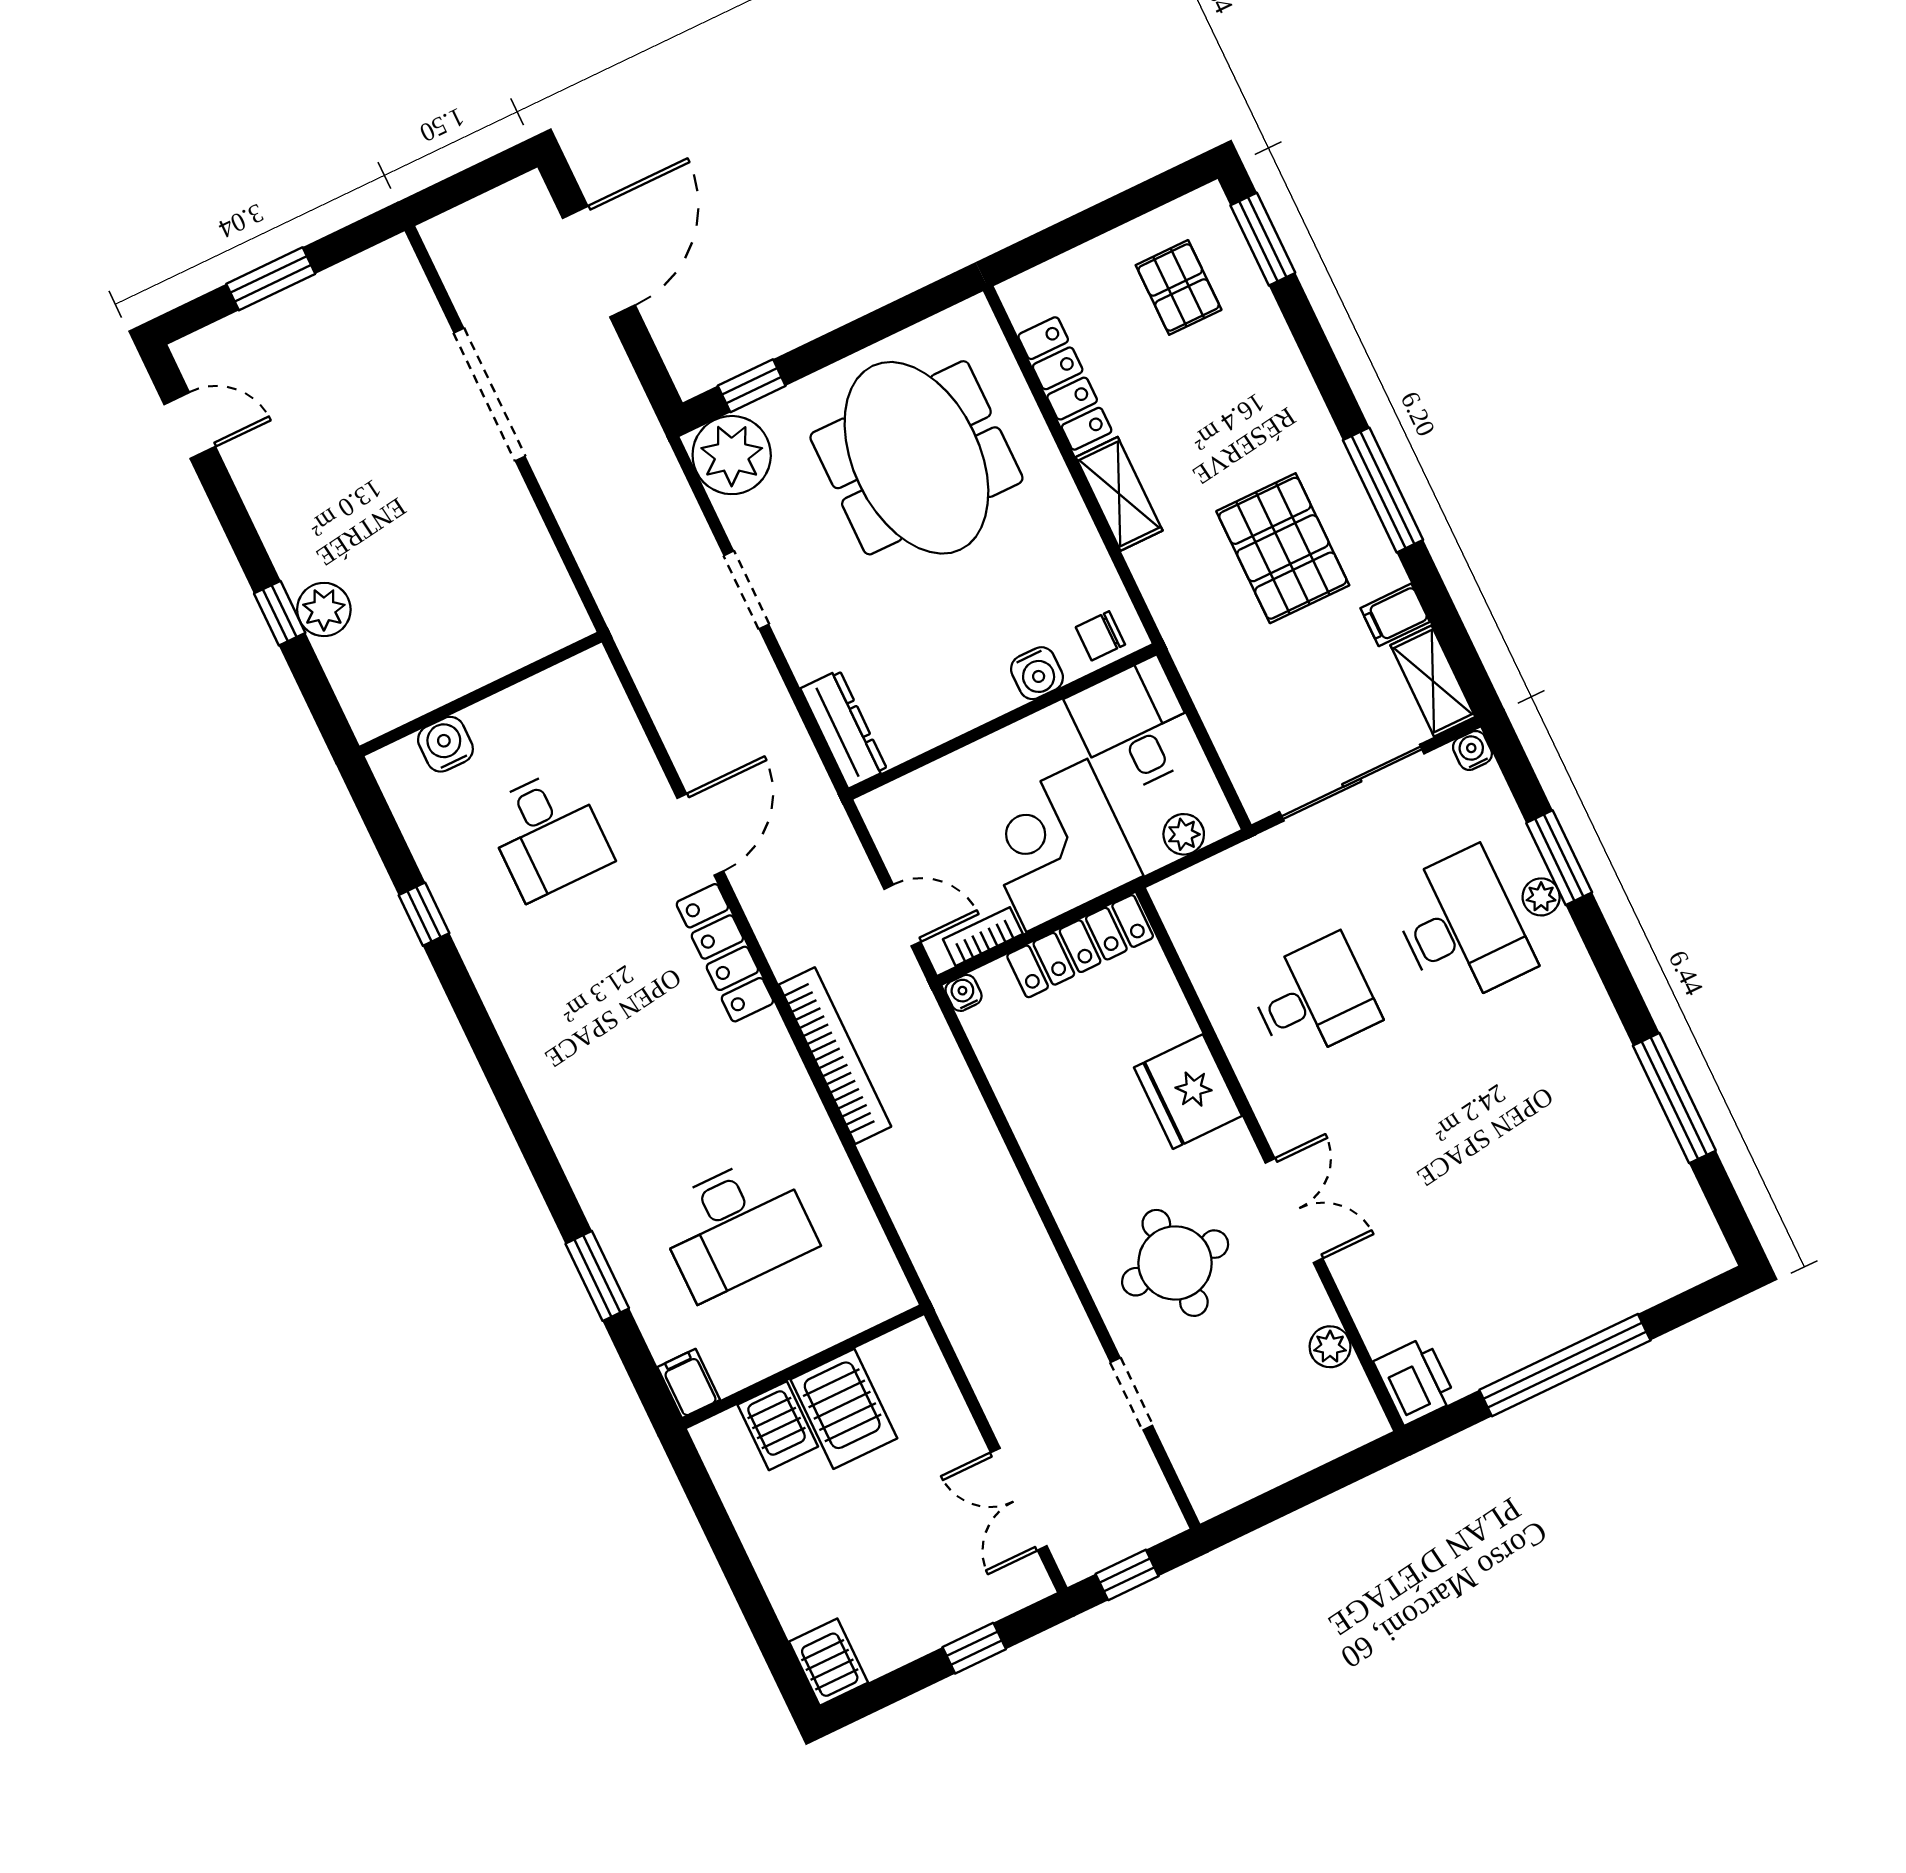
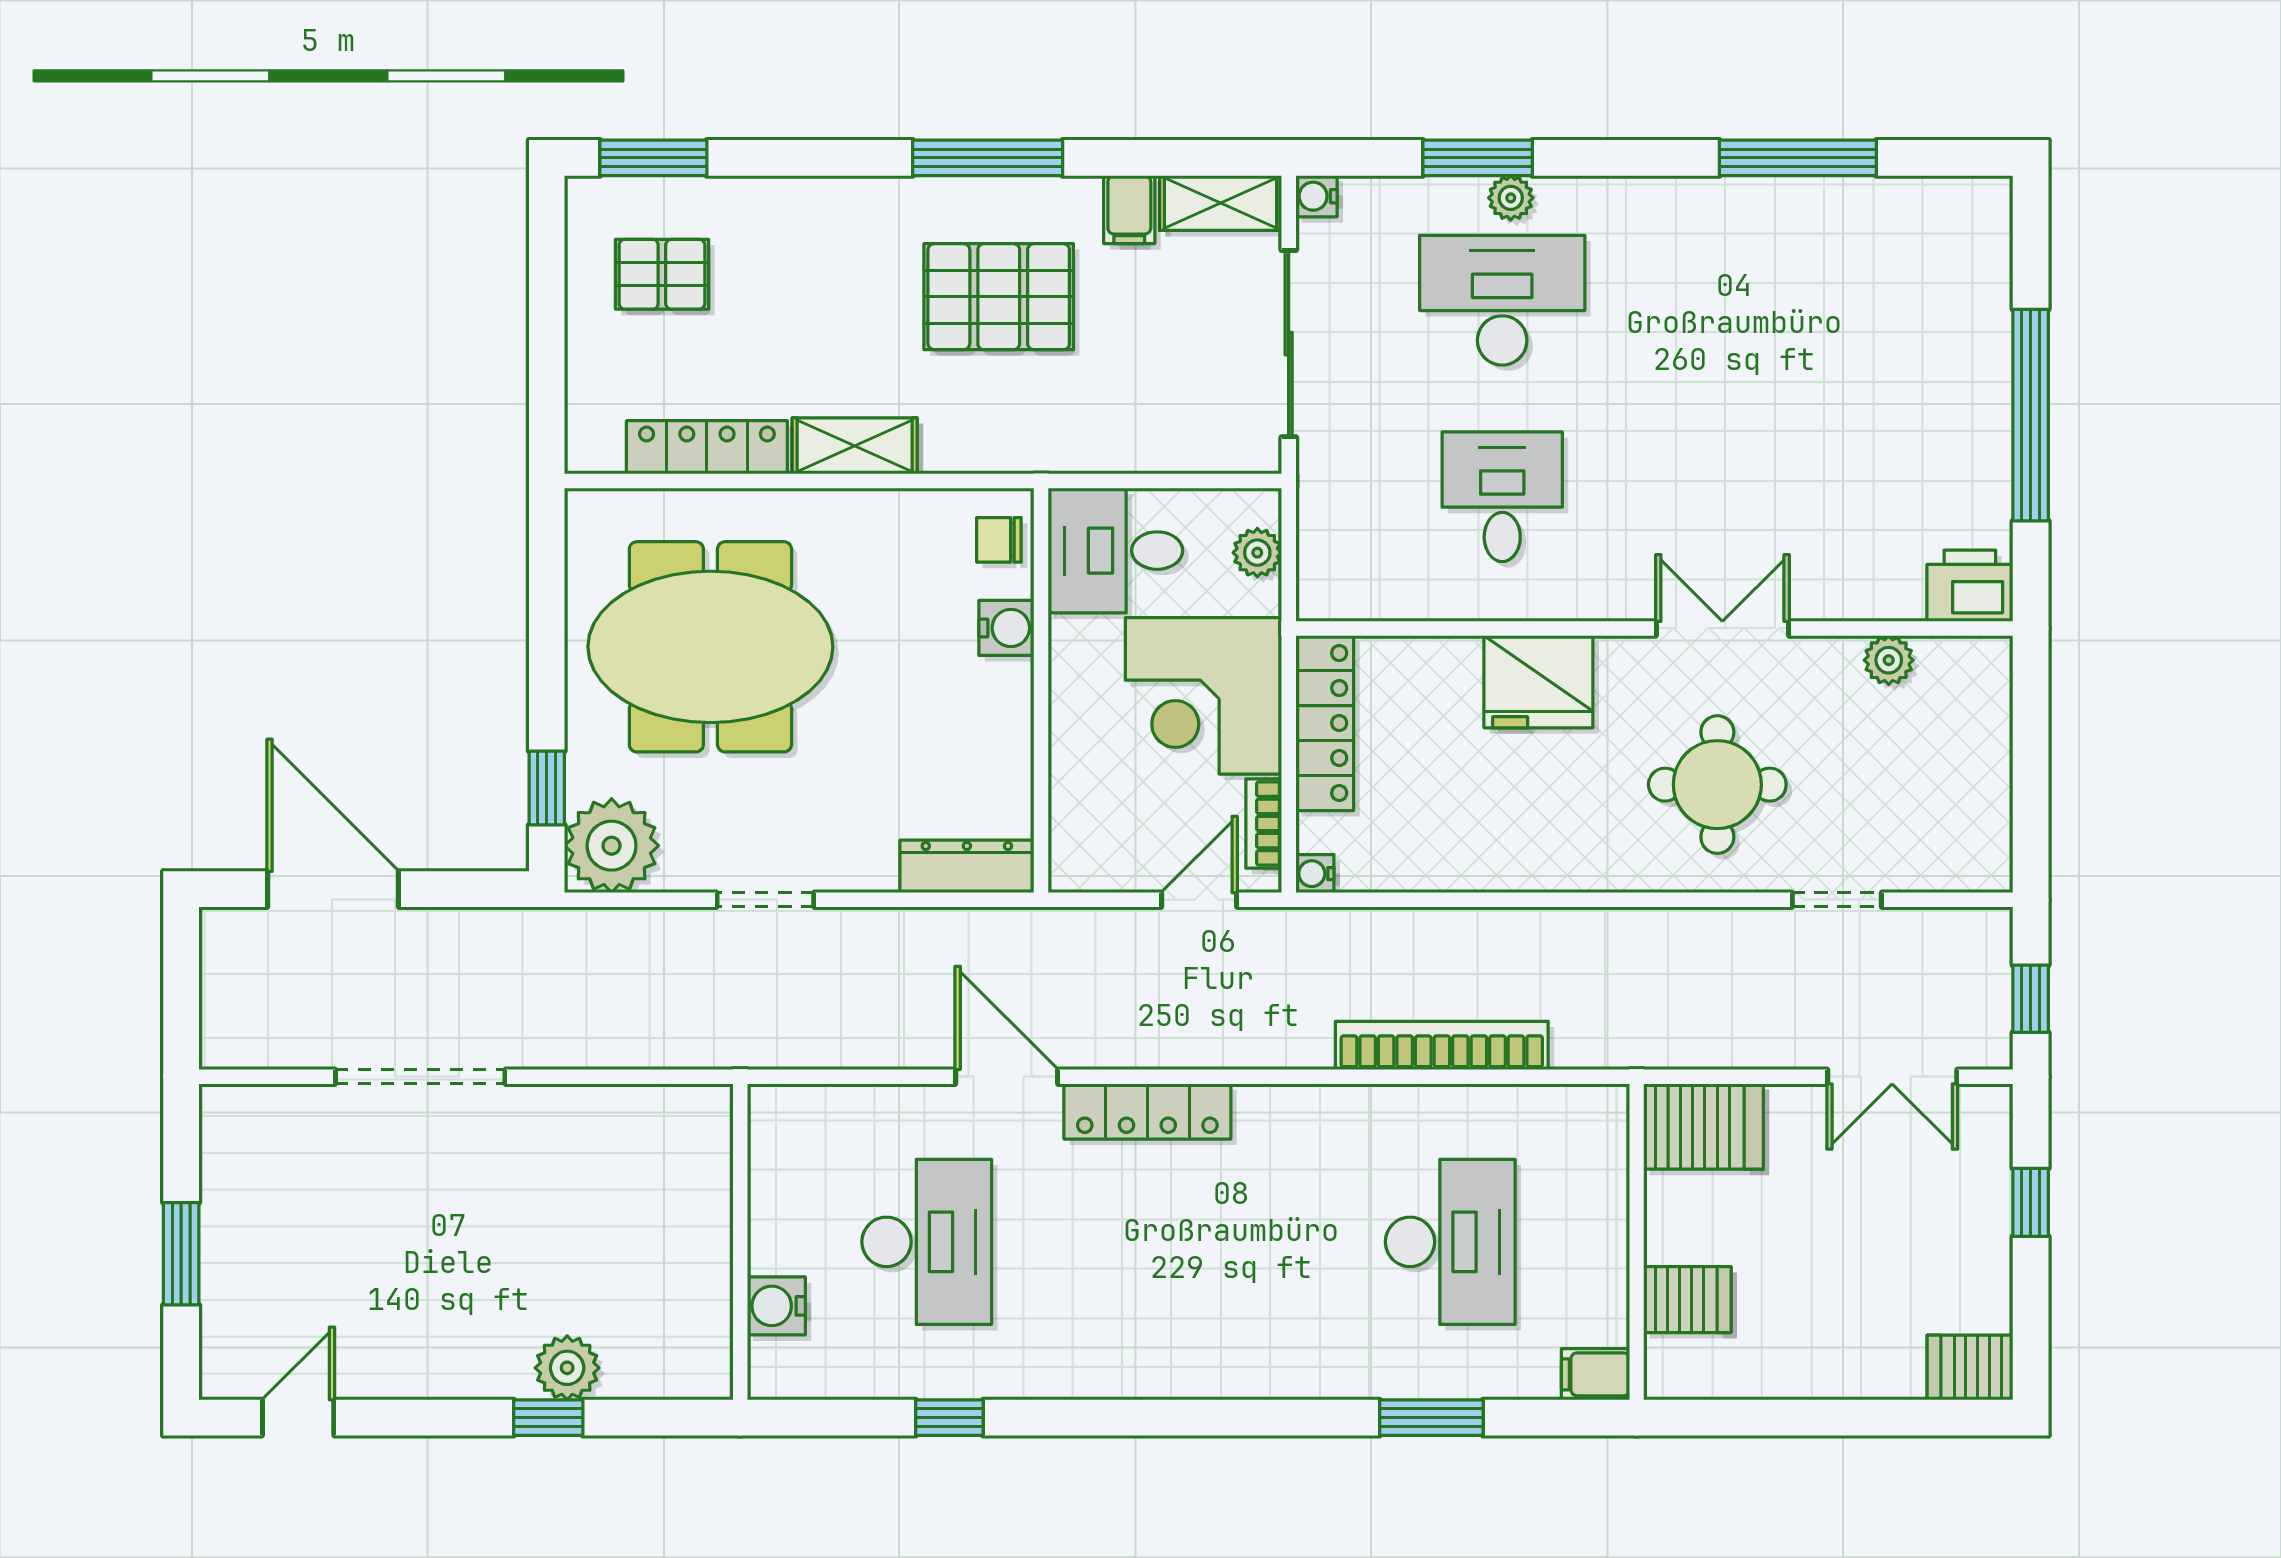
chair: (1100, 636) -> (999, 540), turned 90
desk: (548, 834) -> (927, 1242), width x1.37
bookcase: (835, 1056) -> (1442, 1045), moved
server rack: (844, 1409) -> (1703, 1126), moved

